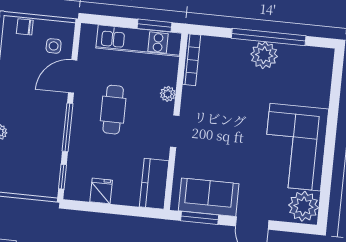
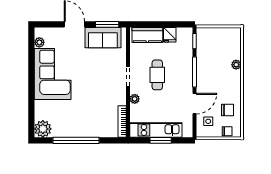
window: (154, 25) -> (161, 140), moved
plant: (264, 55) -> (43, 129), moved
chair: (21, 61) -> (228, 110), added
cafe table: (113, 110) -> (157, 75), moved
kitchen counter: (154, 184) -> (147, 35), moved, turned 90
plant: (303, 206) -> (39, 42), width x0.53, depth x0.53

